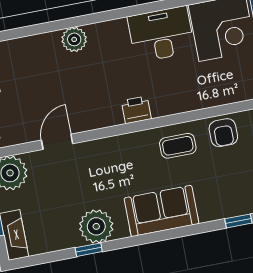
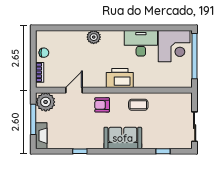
printer: (136, 110) -> (120, 78), width x1.87, depth x1.48
armchair: (223, 133) -> (102, 105), moved, turned 90
plant: (96, 226) -> (86, 140), removed

